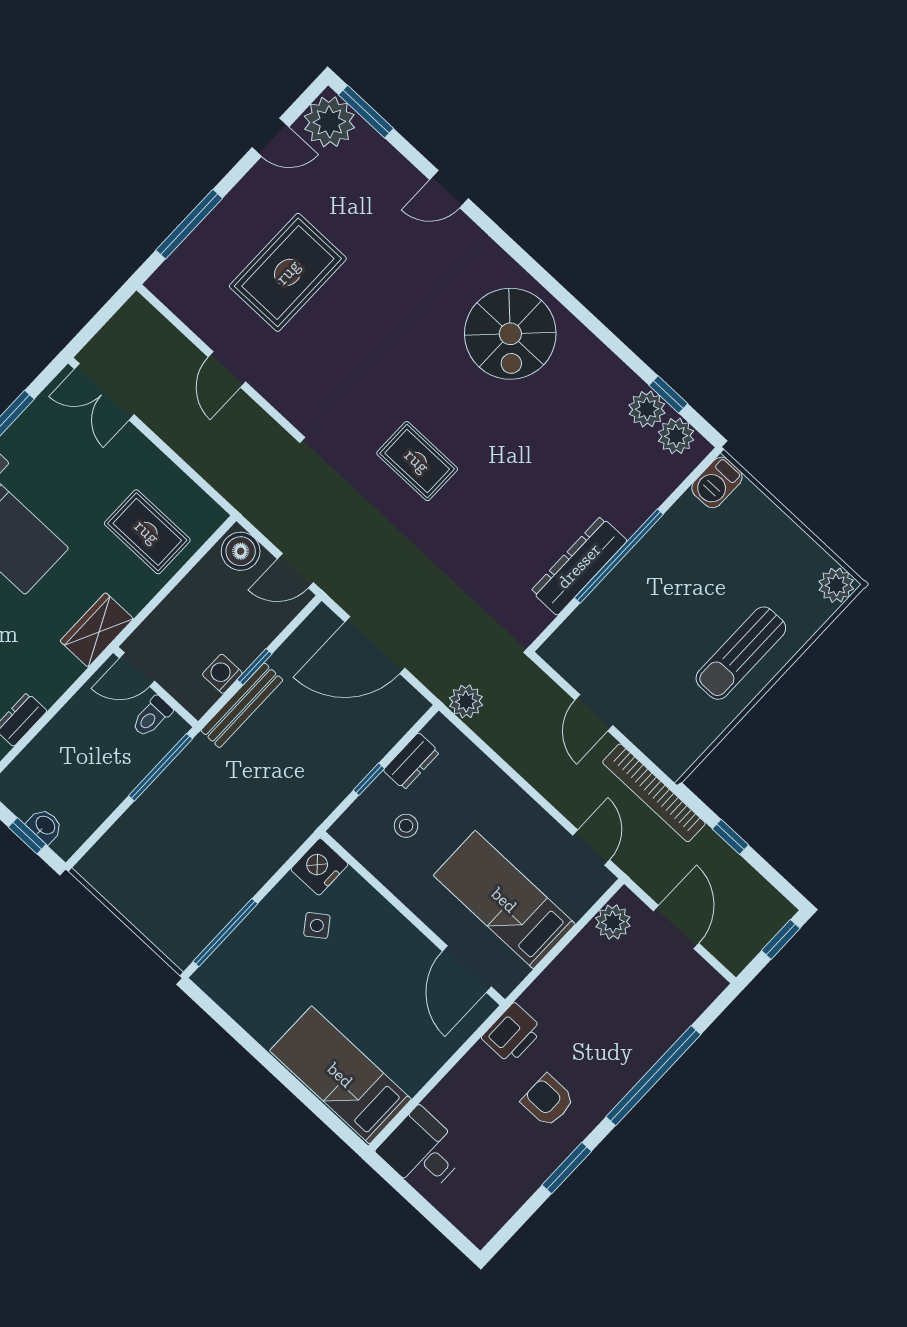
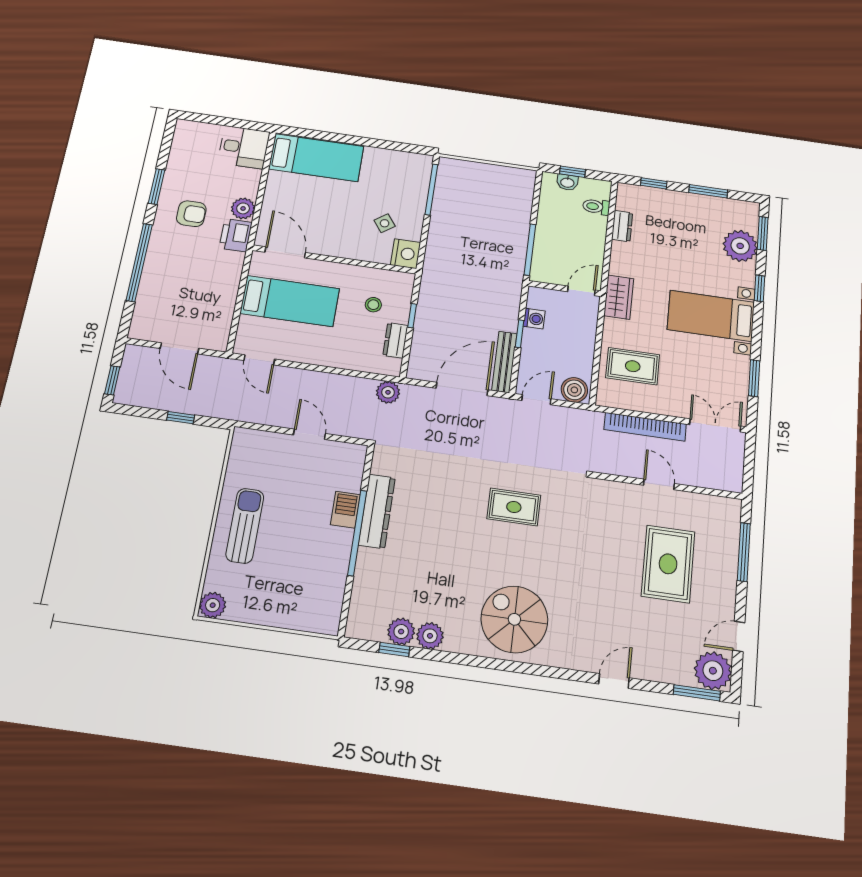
plant: (676, 436) -> (430, 636), moved
barbecue: (717, 482) -> (345, 510), moved
bench: (242, 705) -> (504, 362), moved
toilet: (152, 717) -> (596, 207), moved, turned -90
bookcase: (654, 793) -> (645, 427), moved, turned 180
plant: (613, 922) -> (243, 208), moved

